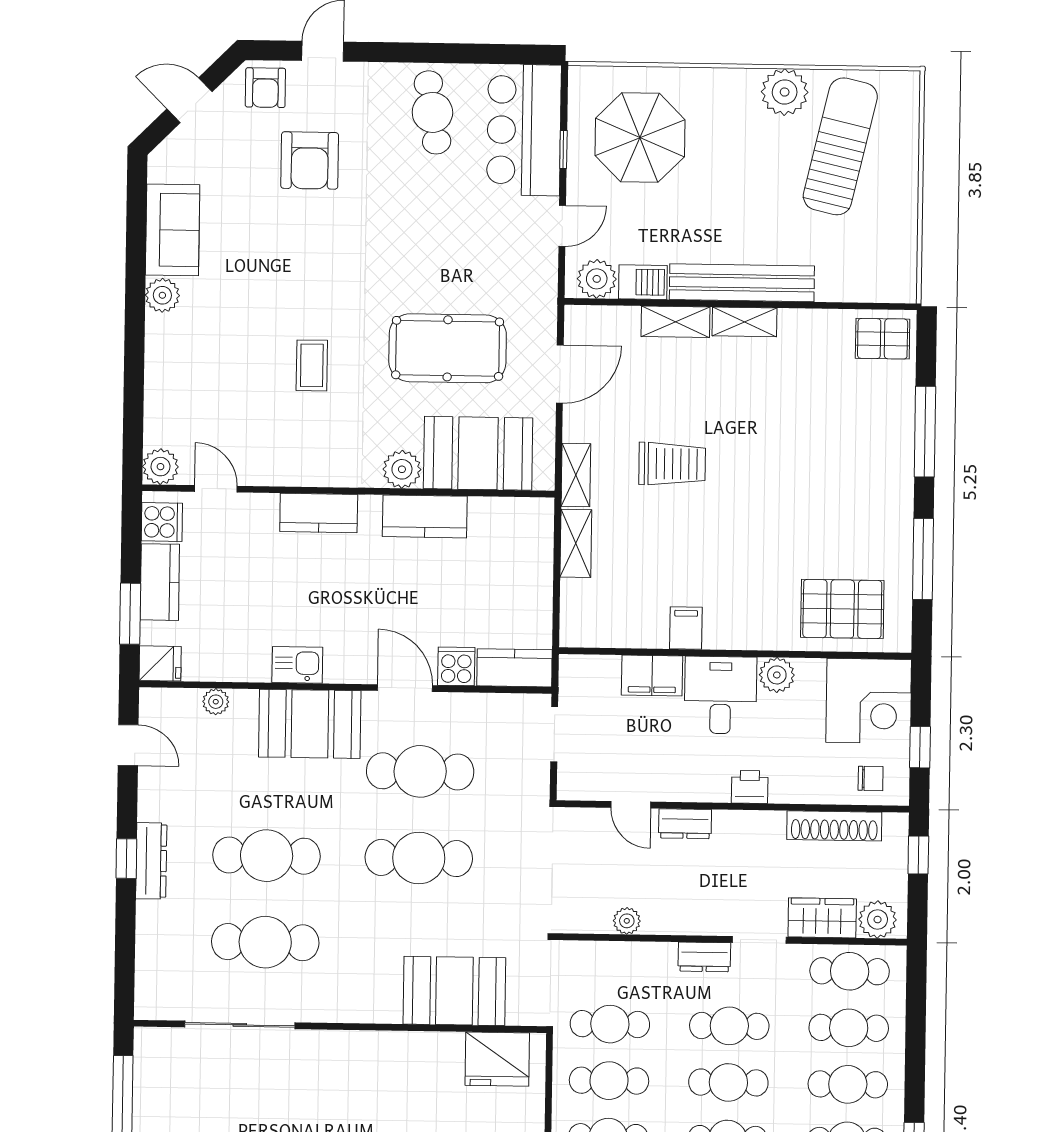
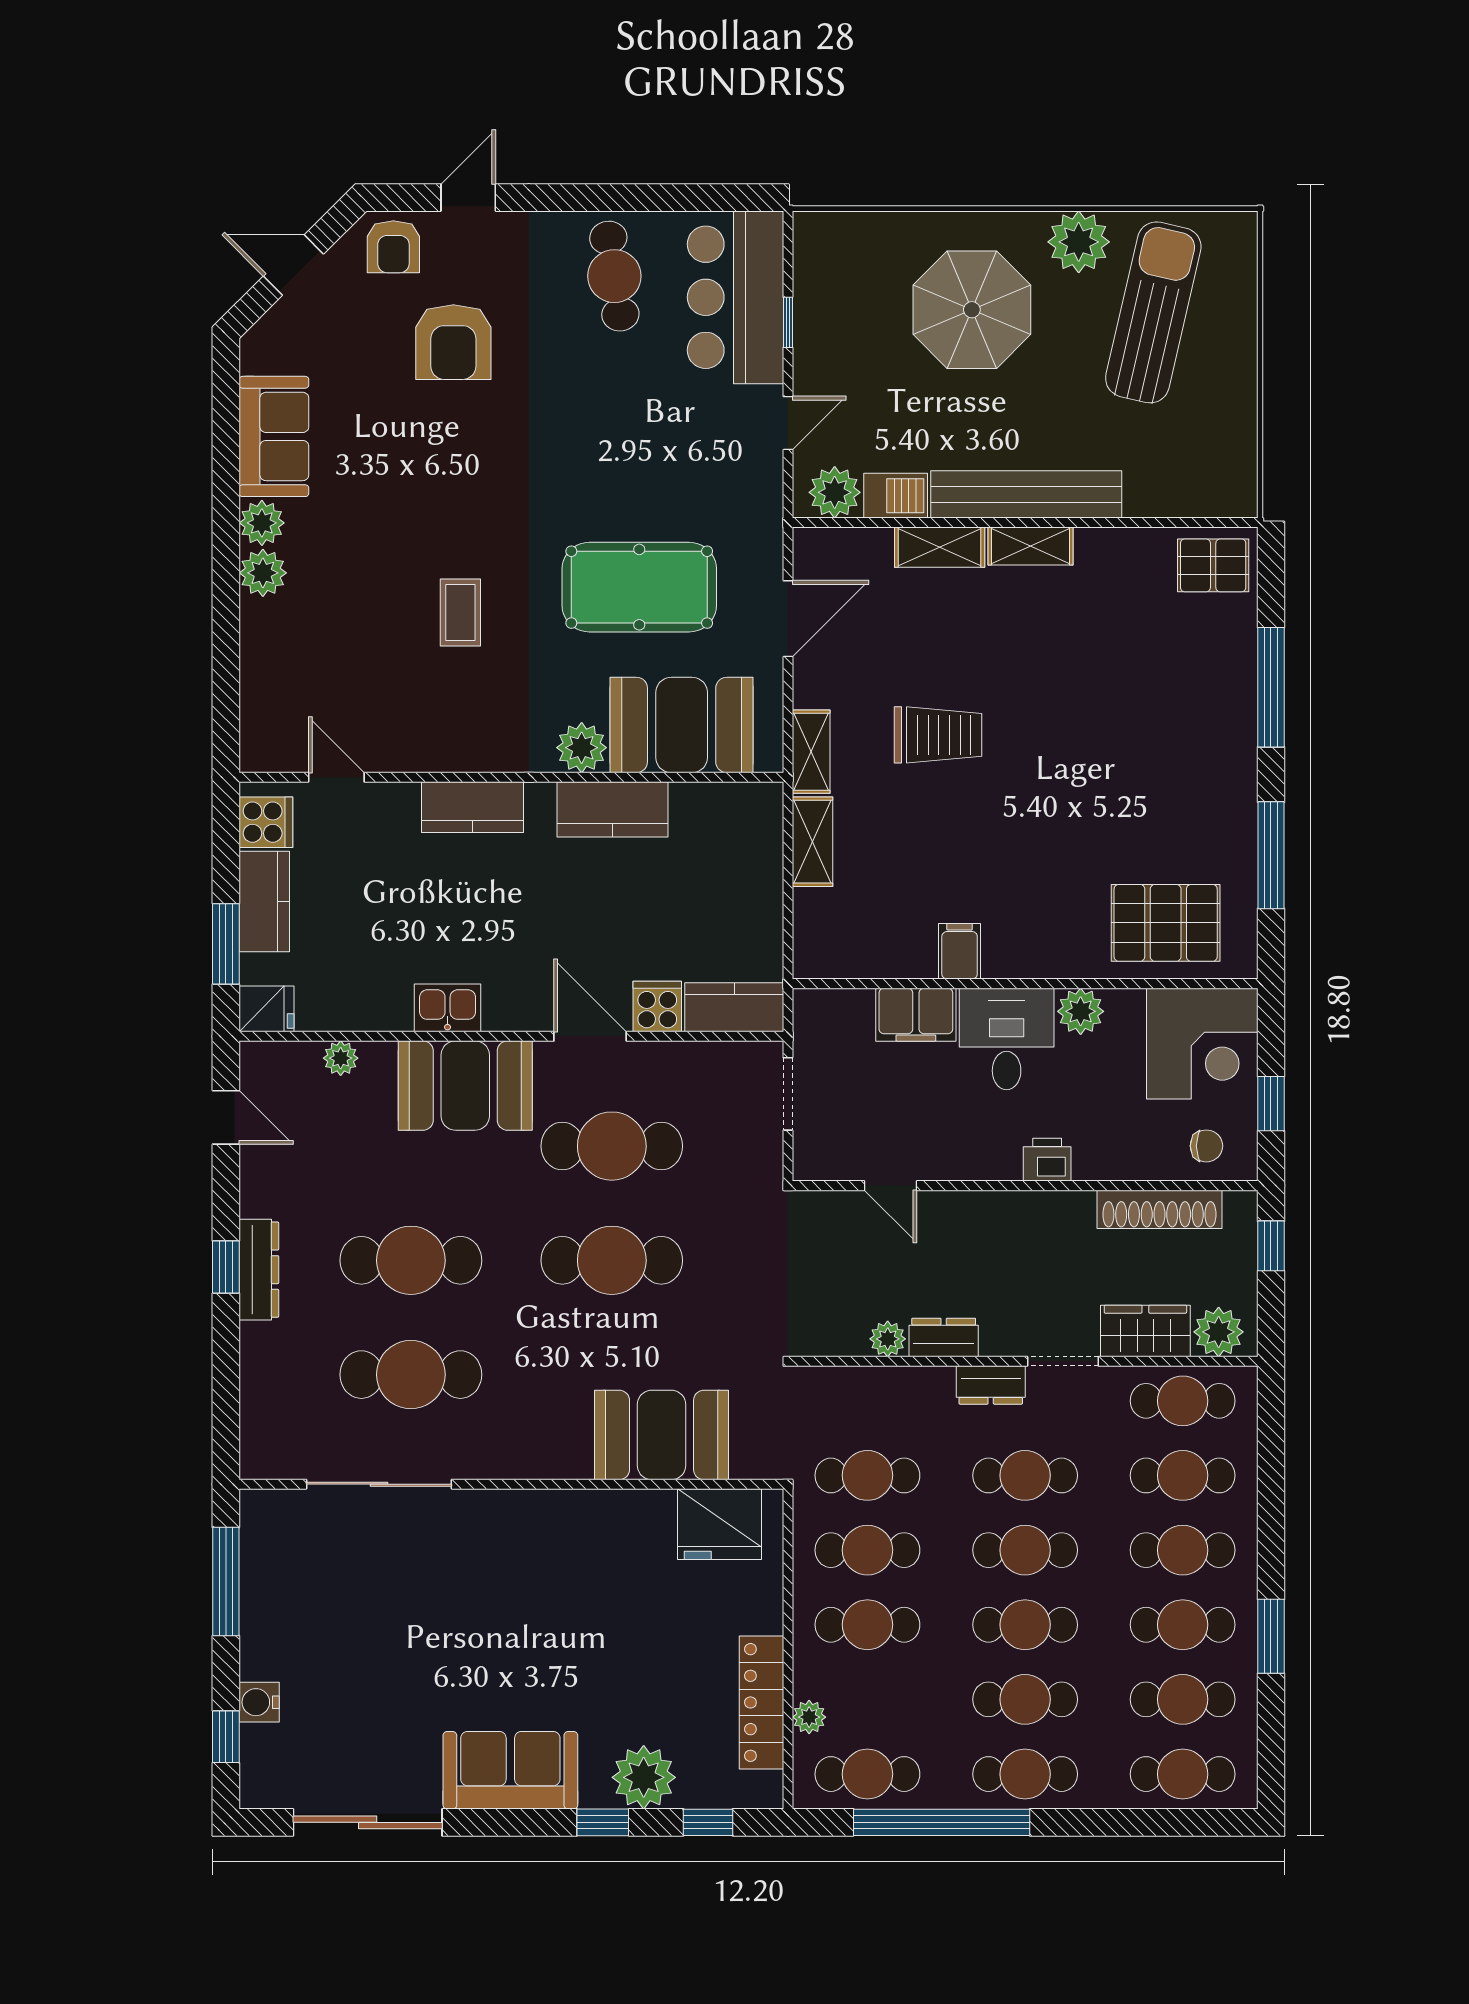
parasol: (640, 138) -> (972, 310), moved
plant: (160, 467) -> (263, 573), moved
dresser: (685, 824) -> (944, 1337), moved, turned 180

